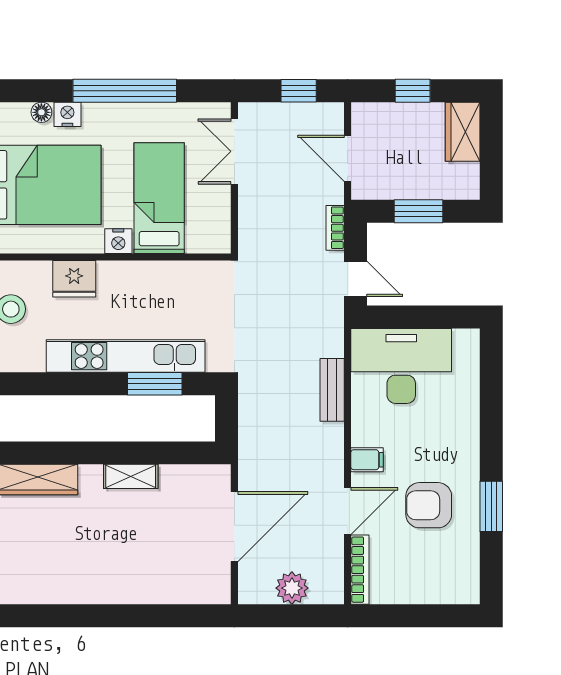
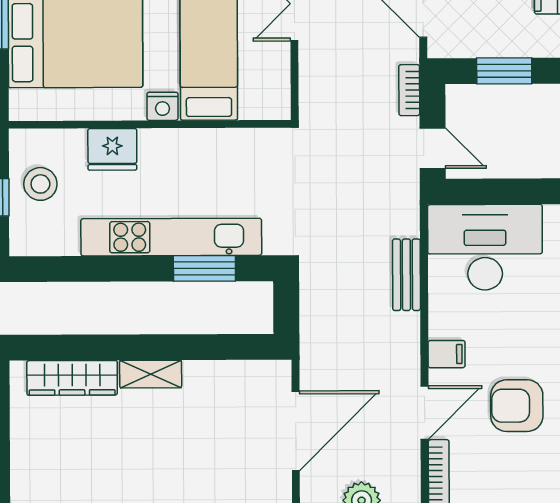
shelving: (131, 476) -> (151, 374), moved

